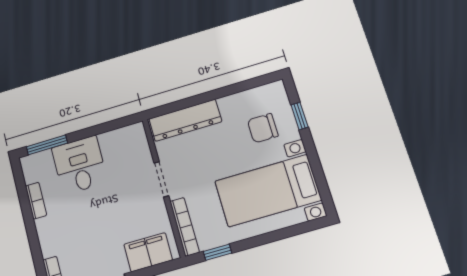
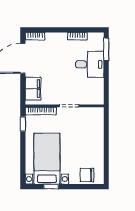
window: (300, 116) -> (51, 187), moved
dresser: (185, 120) -> (97, 127), removed
chair: (263, 128) -> (87, 175), moved, turned -90

